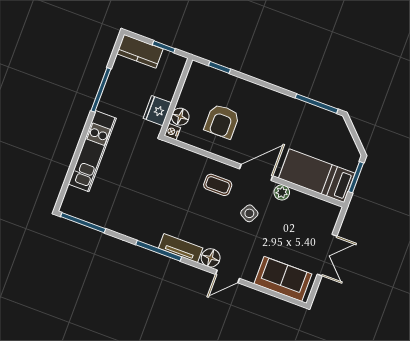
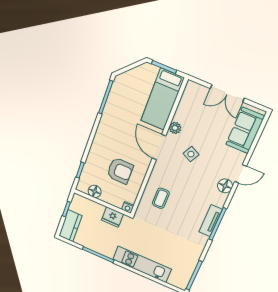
floor lamp: (180, 117) -> (95, 191), moved
coffee table: (218, 185) -> (161, 198), moved
tv unit: (181, 248) -> (210, 221), moved
double door: (327, 255) -> (227, 93), swing flipped
door: (227, 276) -> (241, 174), hinge flipped

